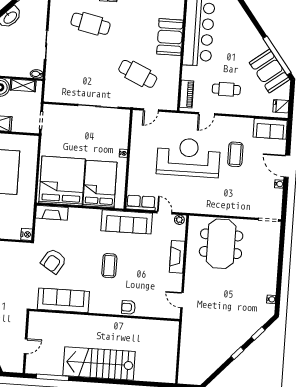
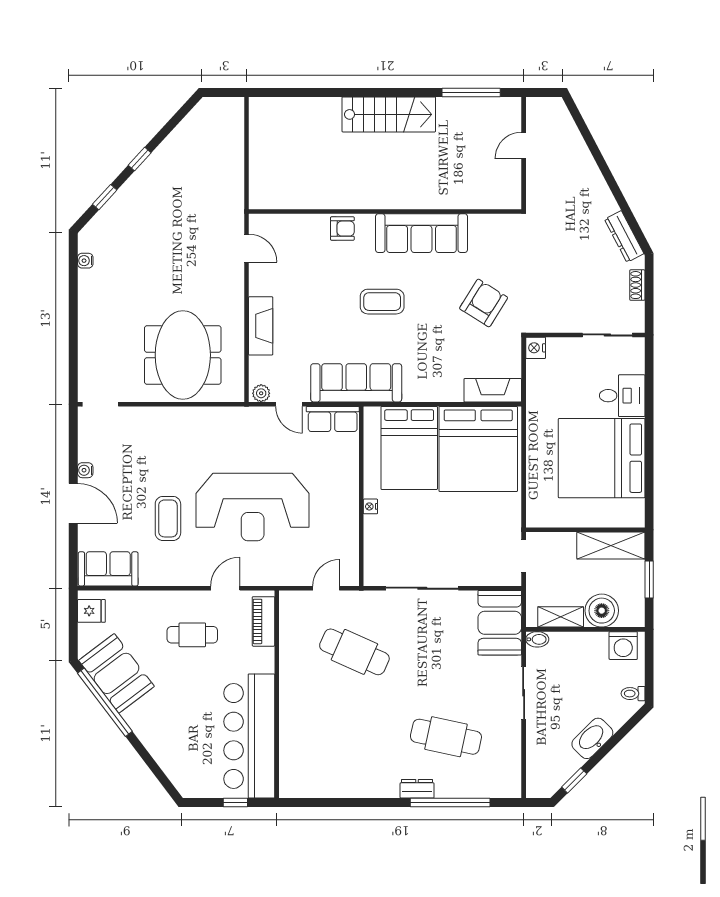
booth: (170, 37) -> (500, 623), moved
coffee table: (109, 266) -> (382, 302), turned 90
sofa: (63, 300) -> (422, 233), moved
stairs: (99, 363) -> (389, 114), width x0.73, depth x0.66

